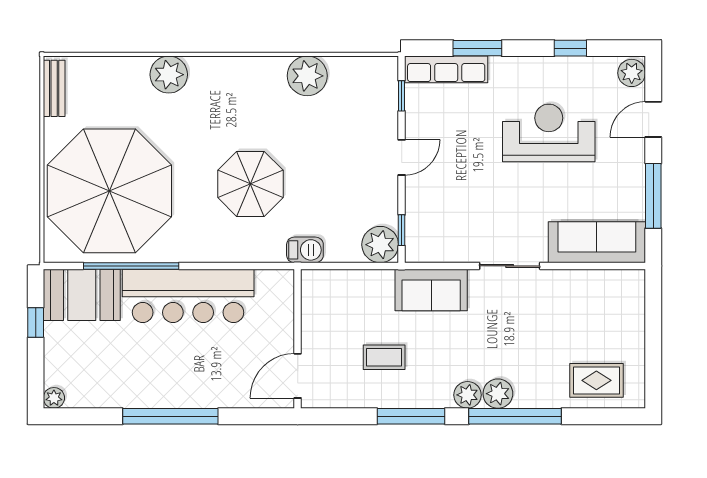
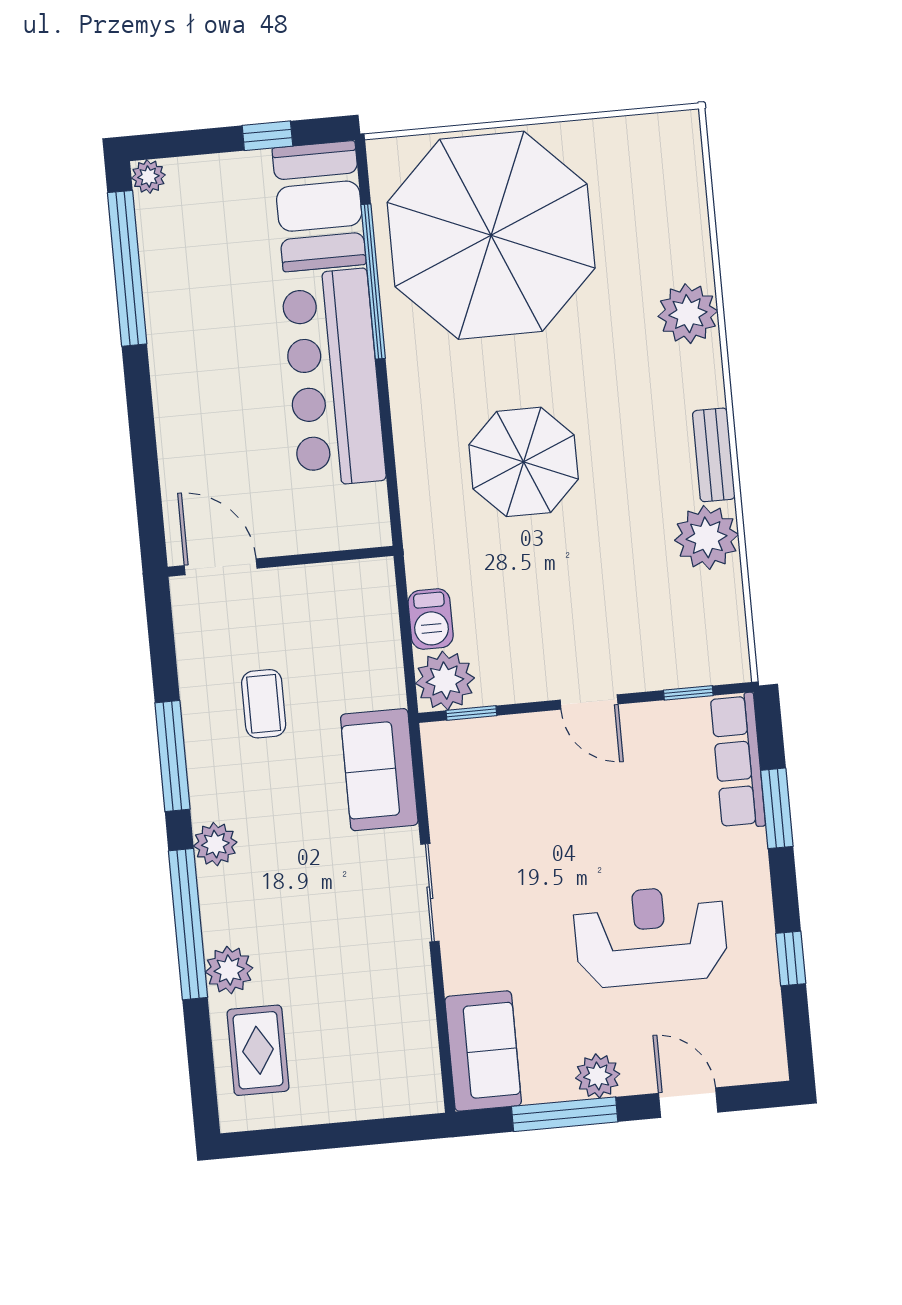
plant: (632, 73) -> (598, 1076), moved
bench: (54, 88) -> (714, 455), moved, turned 90
reception desk: (549, 133) -> (650, 936), turned -90
sofa: (597, 242) -> (483, 1051), width x0.73
barbecue: (305, 250) -> (431, 619), moved
plant: (498, 394) -> (229, 970), moved
window: (170, 416) -> (127, 268), moved

